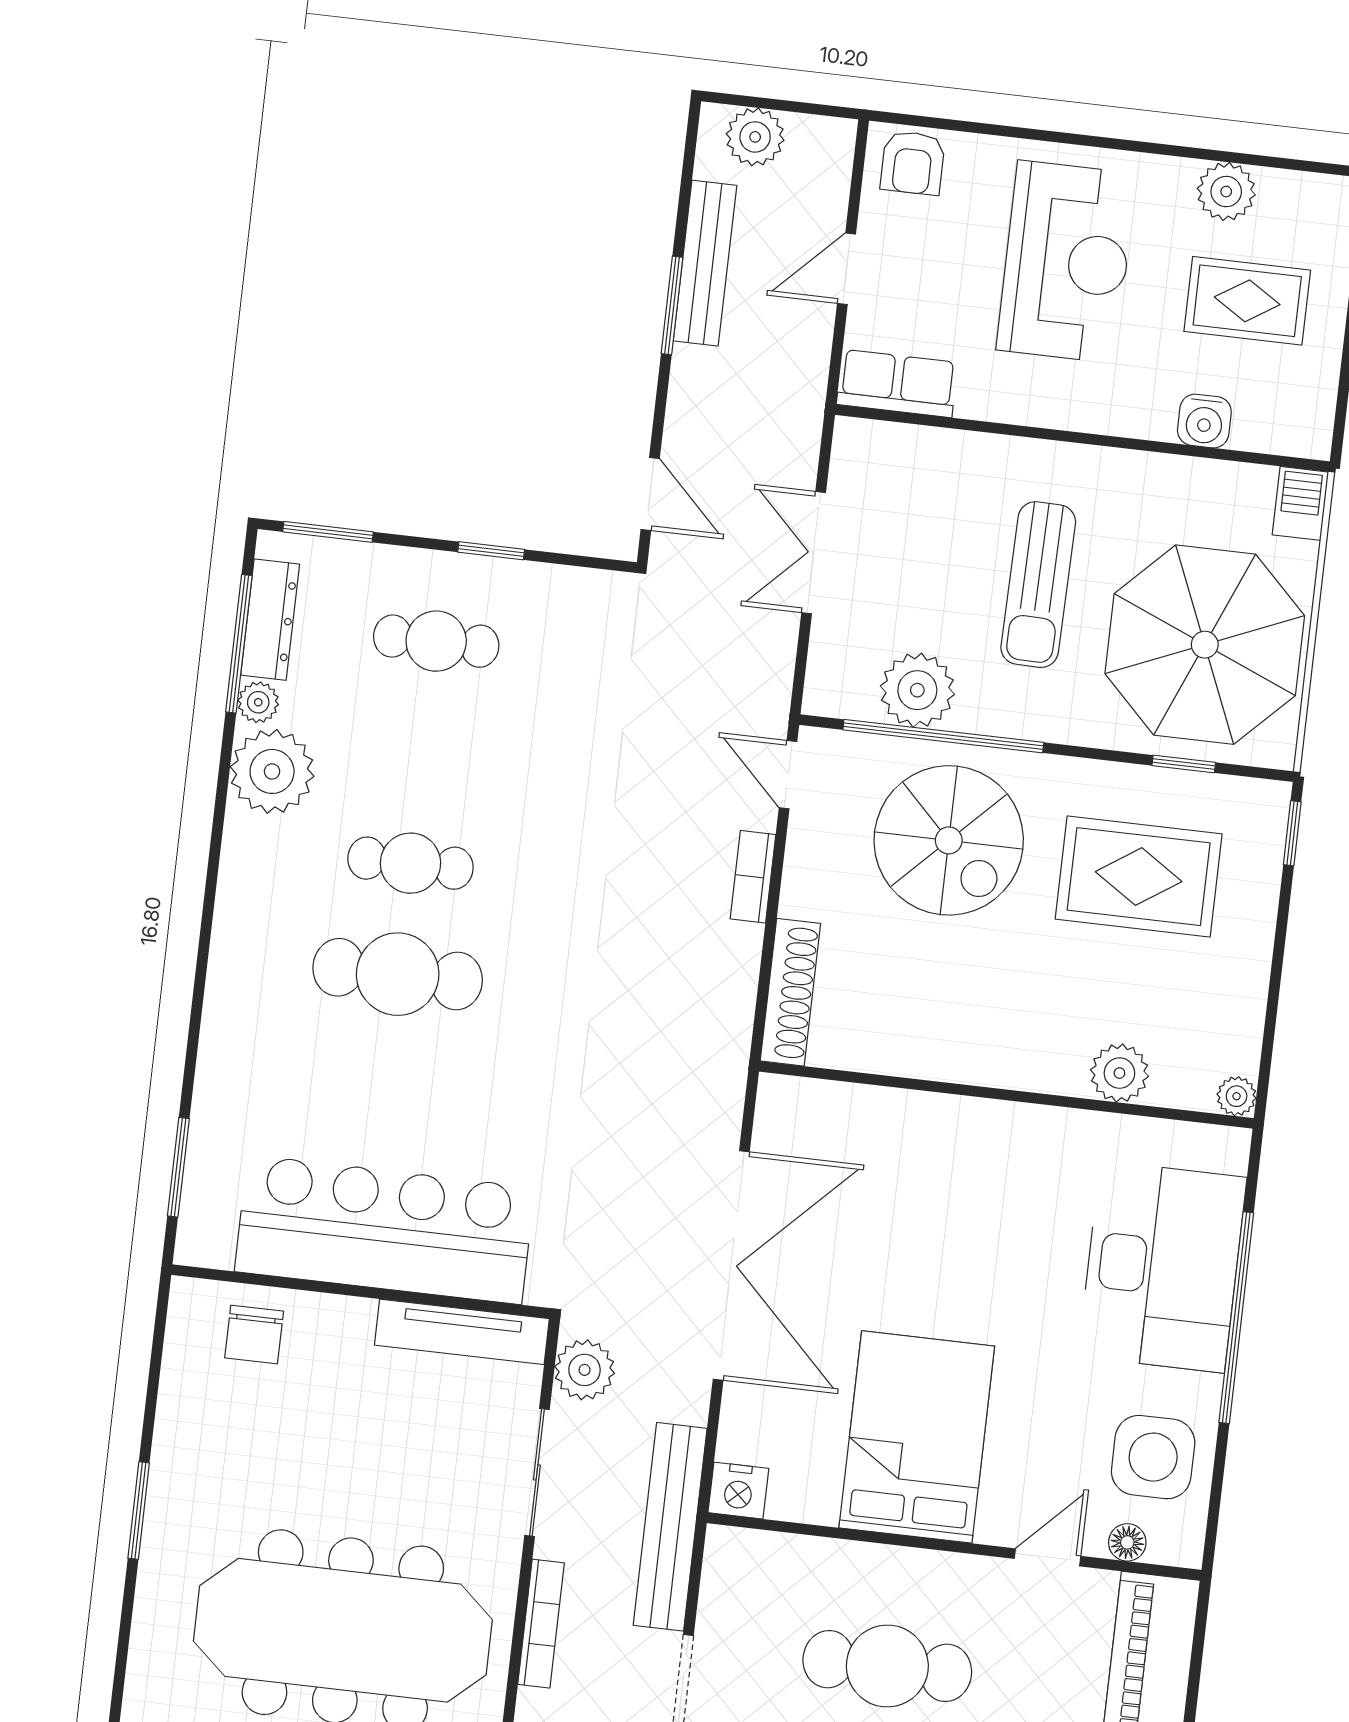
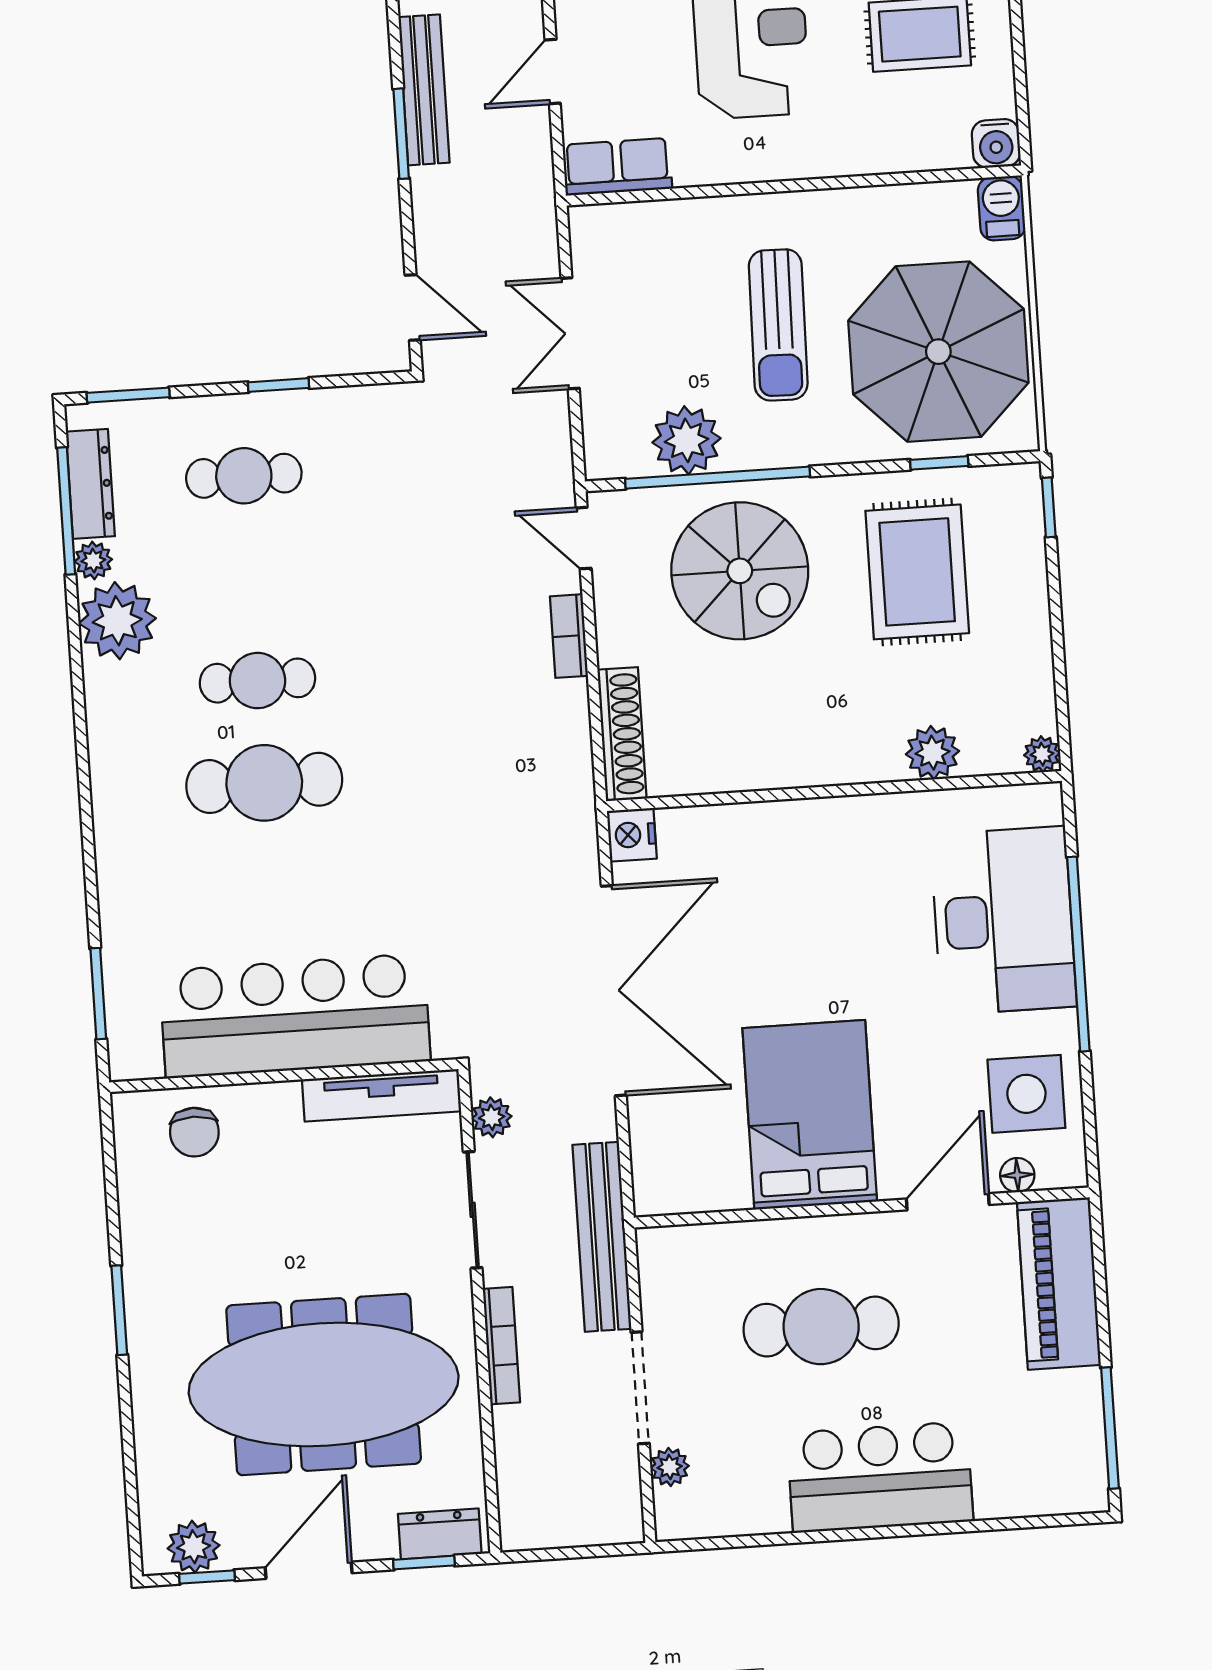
water cooler: (1204, 421) -> (996, 143), moved
rug: (1139, 877) -> (917, 572), turned 90
plant: (585, 1370) -> (492, 1117), width x0.73, depth x0.73
nightstand: (738, 1491) -> (632, 835), moved, turned 90
door: (1047, 1557) -> (948, 1202), width x1.38

